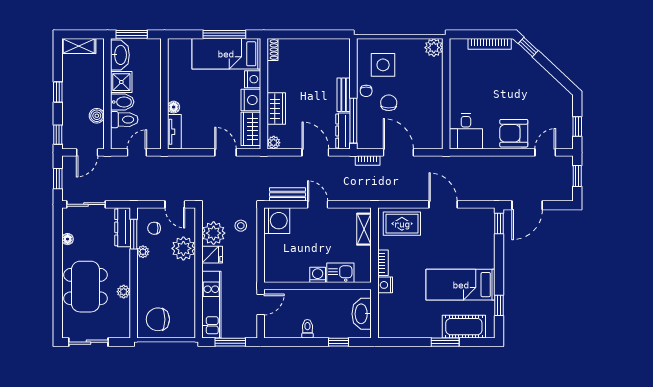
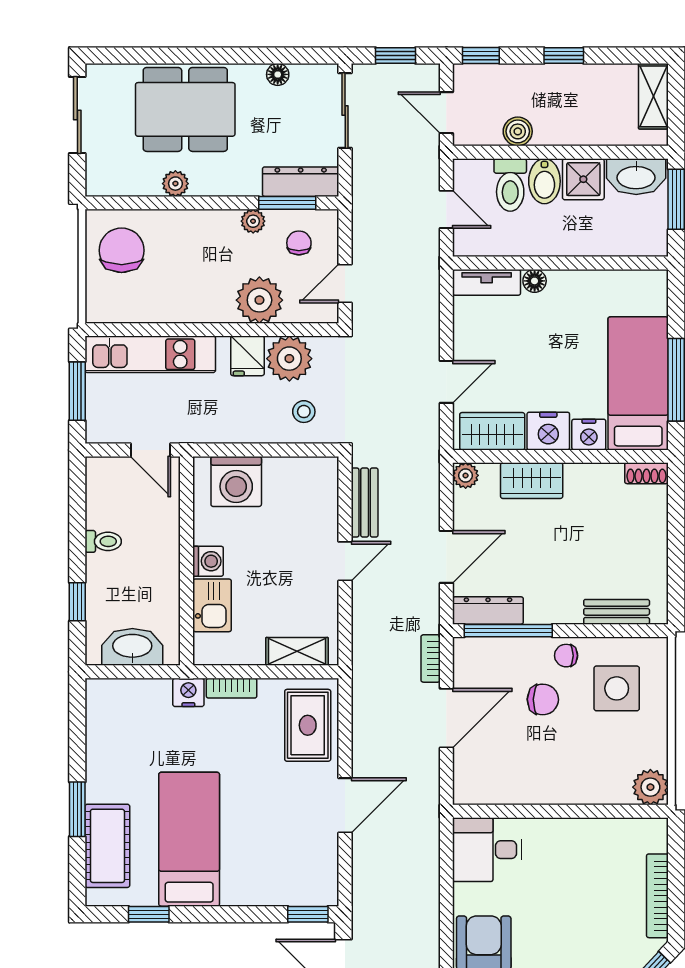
bench: (344, 95) -> (617, 612), moved
washing machine: (277, 221) -> (236, 481), moved

